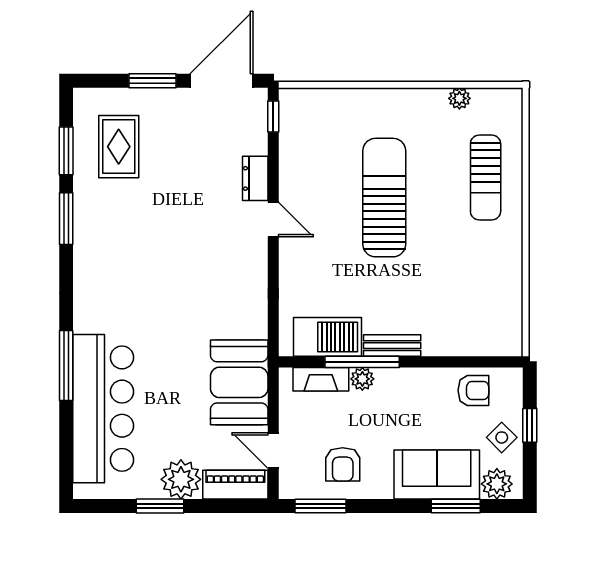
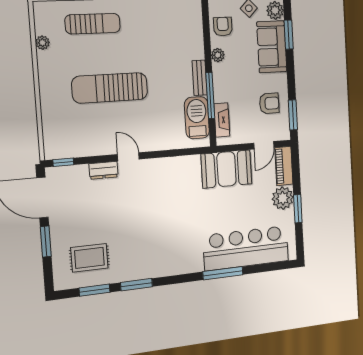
door: (273, 220) -> (128, 157), hinge flipped
plant: (362, 379) -> (218, 55), moved

